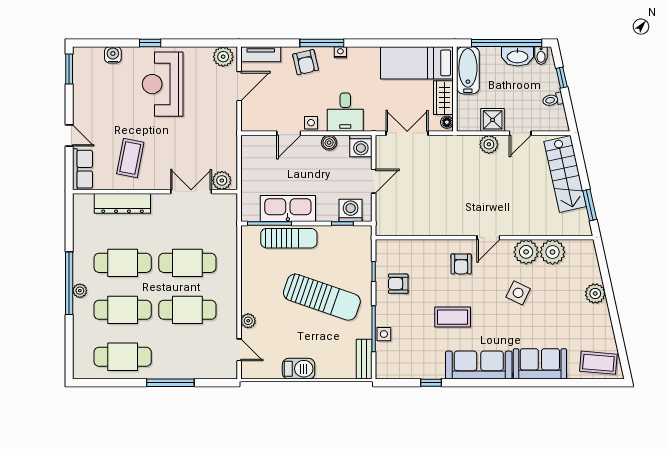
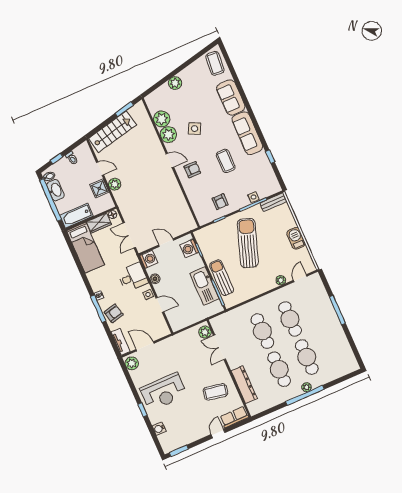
cafe table: (123, 357) -> (334, 345), removed

